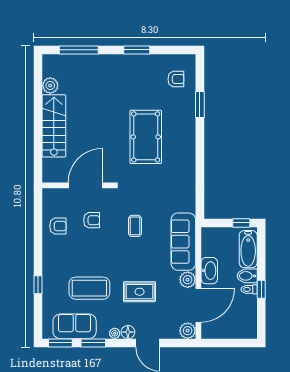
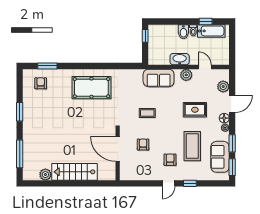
window: (200, 105) -> (47, 66), moved
pool table: (146, 137) -> (91, 88), moved
armchair: (58, 226) -> (170, 160), moved
sofa: (183, 242) -> (159, 78), width x0.73
bathtub: (248, 249) -> (211, 31), moved
door: (38, 255) -> (168, 183), added
window: (261, 289) -> (206, 21), moved
rug: (140, 292) -> (195, 110), turned 90
door: (198, 305) -> (205, 67), width x0.53
plant: (188, 331) -> (223, 87), moved

